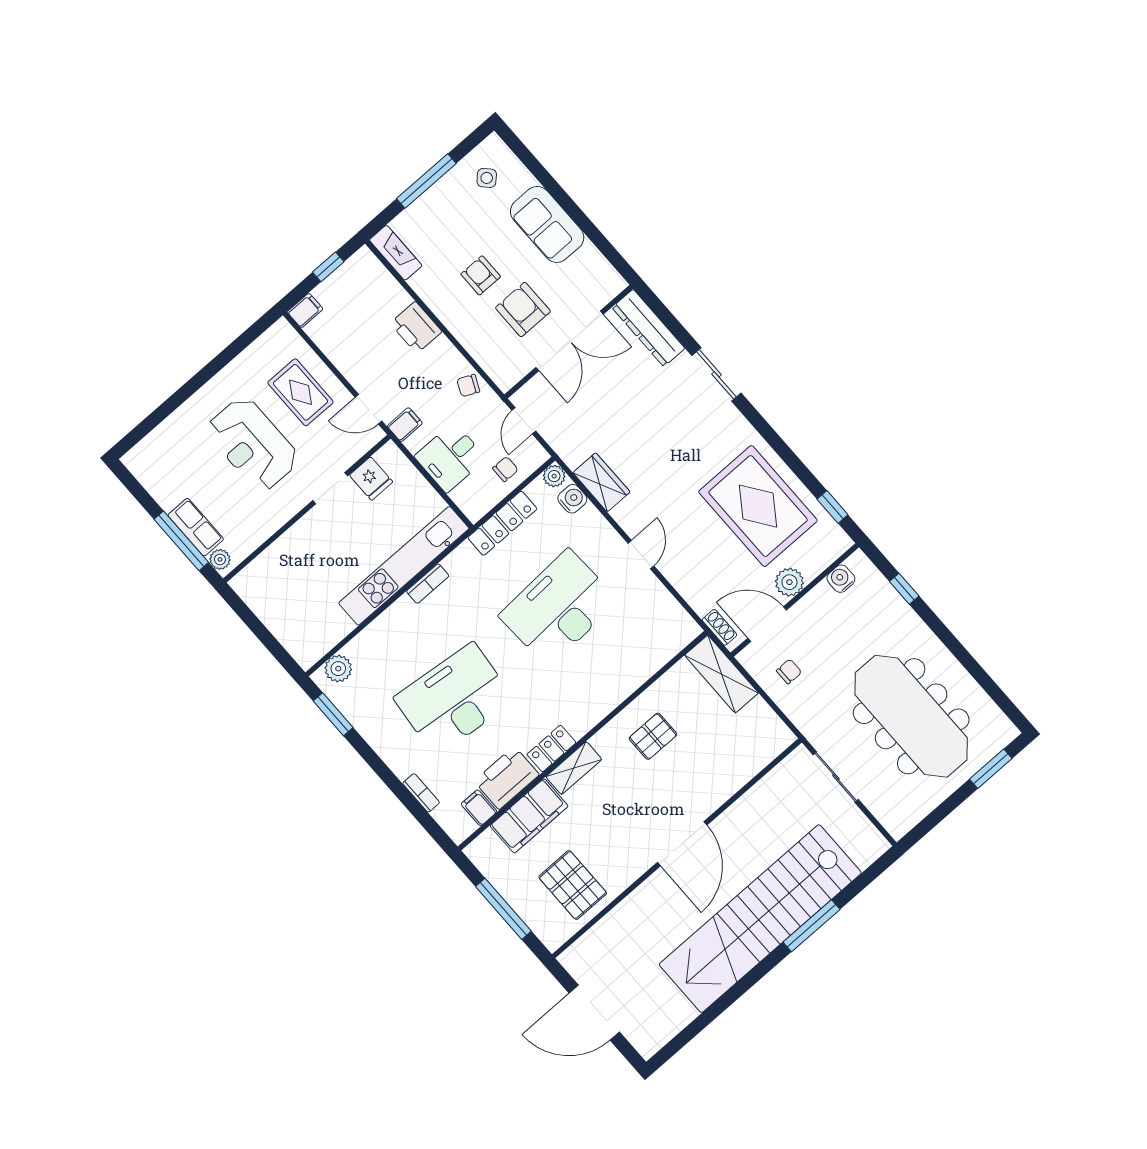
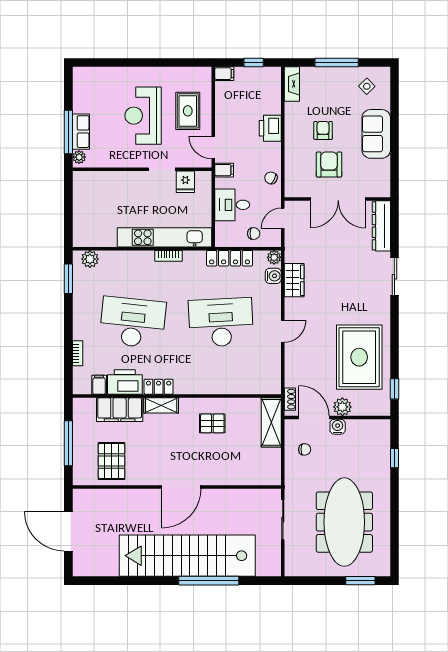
water cooler: (841, 579) -> (338, 427), moved
window: (811, 926) -> (209, 581), width x1.46

